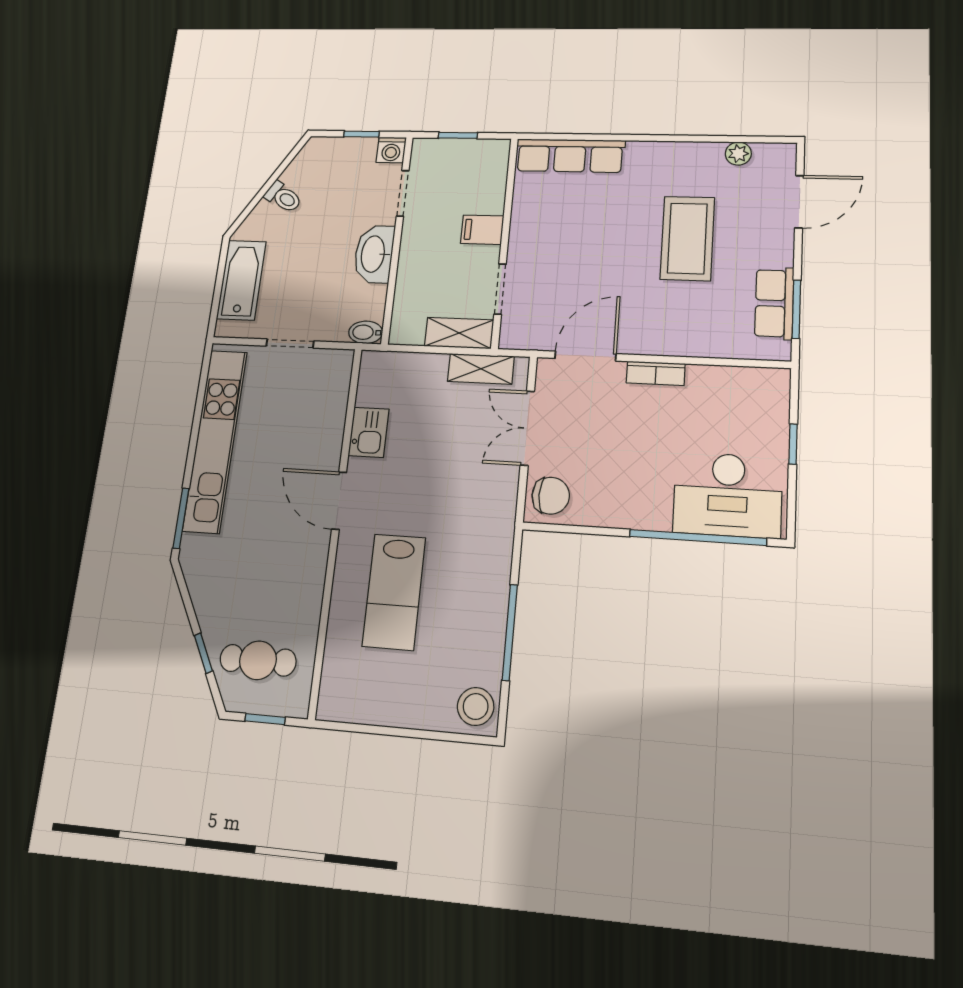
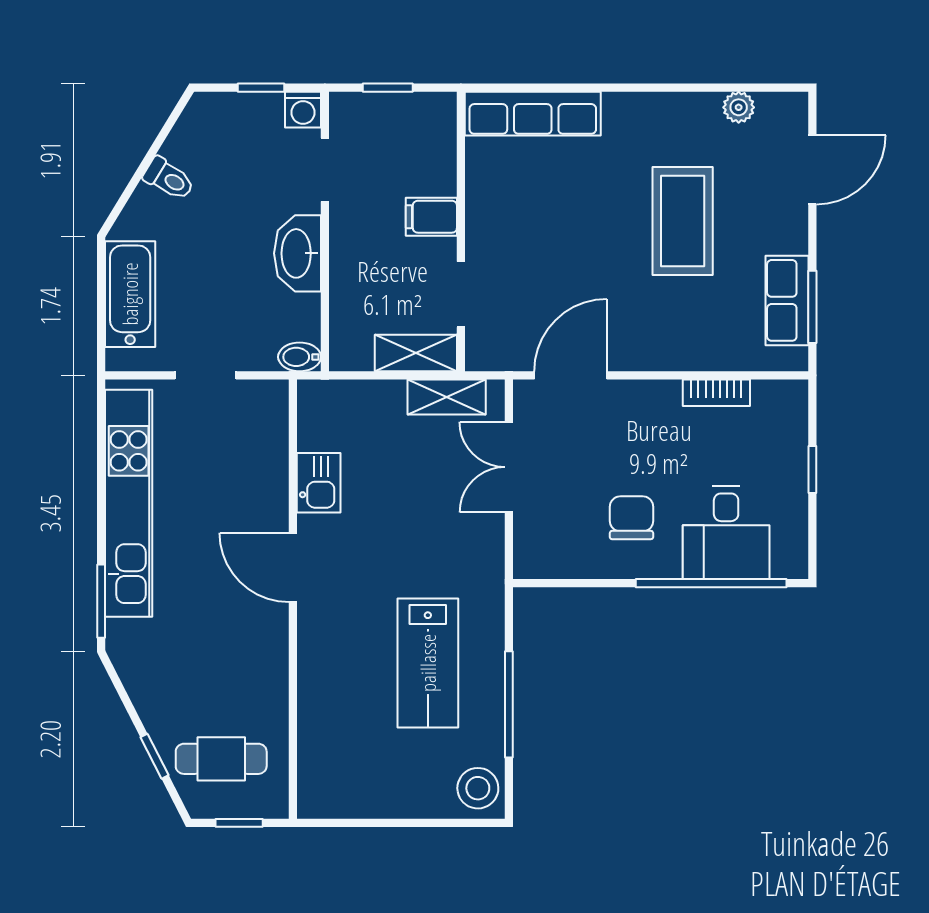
bookcase: (656, 373) -> (716, 393), moved
desk: (728, 495) -> (726, 533), width x0.73
chair: (551, 496) -> (632, 518), moved, turned -90
lab bench: (394, 592) -> (428, 663), moved

